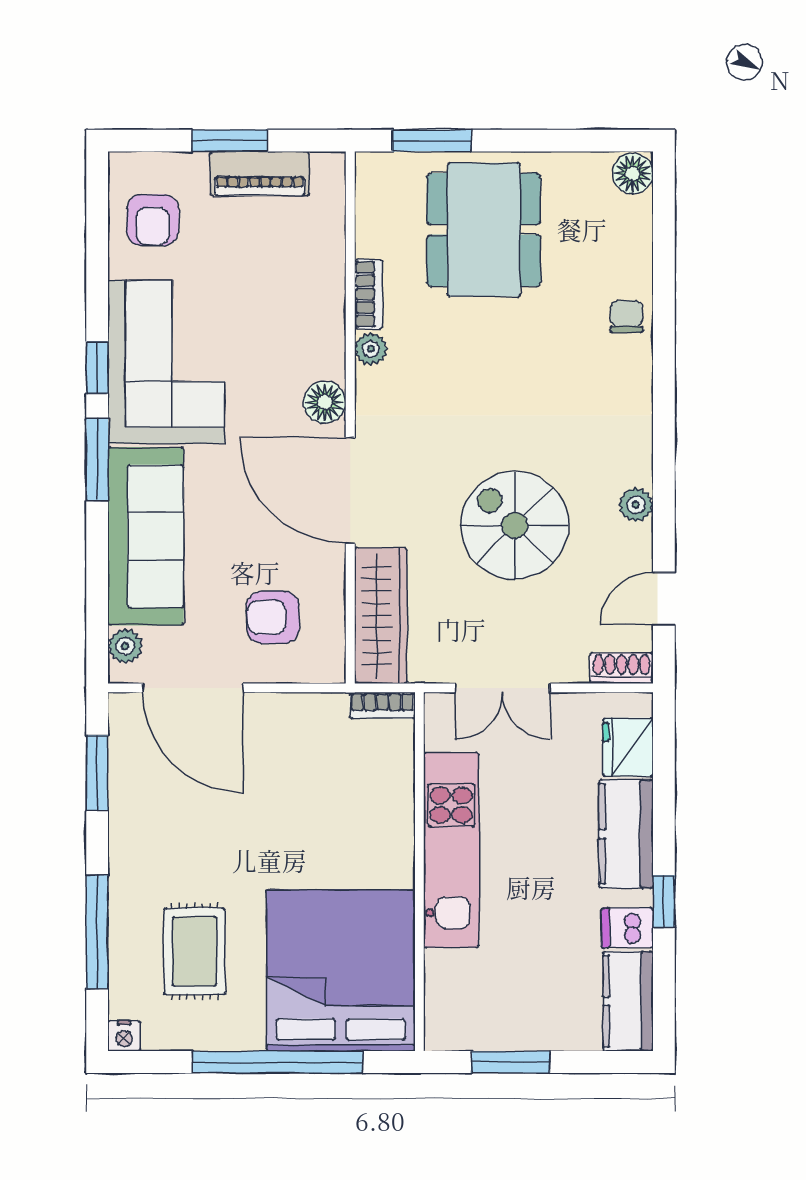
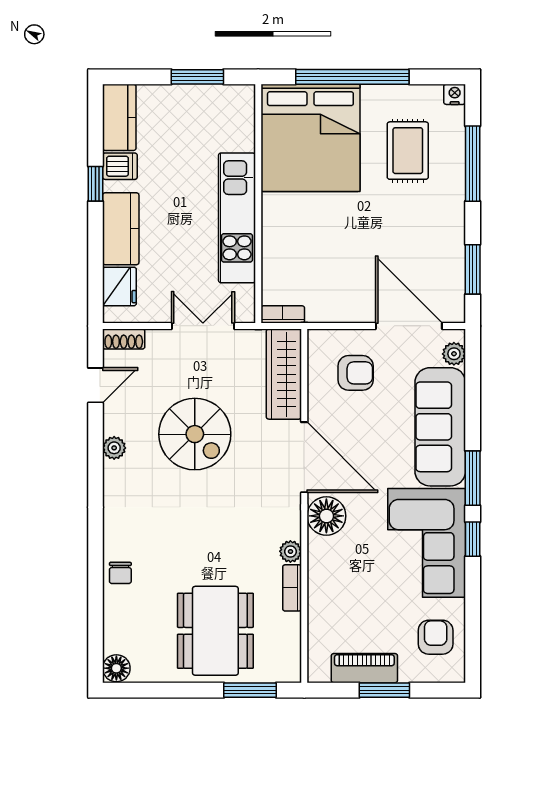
floor lamp: (325, 402) -> (326, 516), width x1.38, depth x1.38

